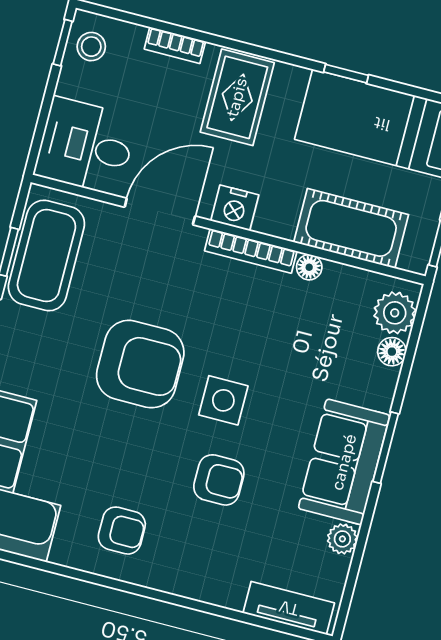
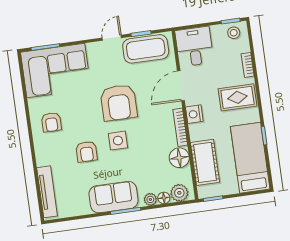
door: (160, 212) -> (181, 86), swing flipped
floor lamp: (309, 267) -> (179, 158), width x1.89, depth x1.89
plant: (342, 539) -> (150, 199), moved
tv unit: (289, 608) -> (47, 192), width x1.41

